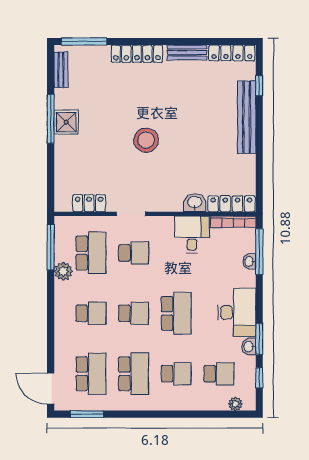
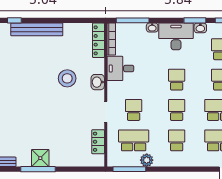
stool: (146, 140) -> (67, 78), moved
washbasin: (195, 203) -> (98, 82), moved
washbasin: (249, 261) -> (152, 28), moved
school desk: (176, 313) -> (177, 80), width x0.54

